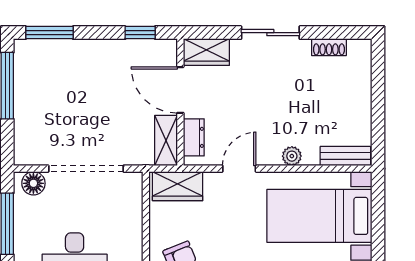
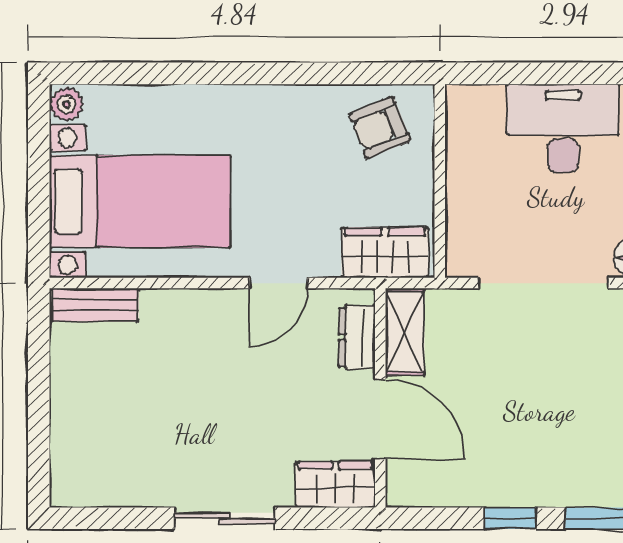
window: (140, 33) -> (510, 518), moved
shoe rack: (329, 47) -> (123, 493), removed
plant: (292, 156) -> (188, 305), removed

